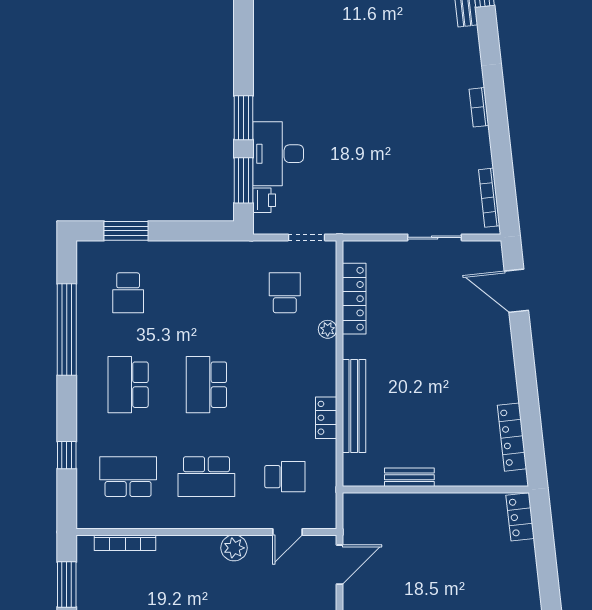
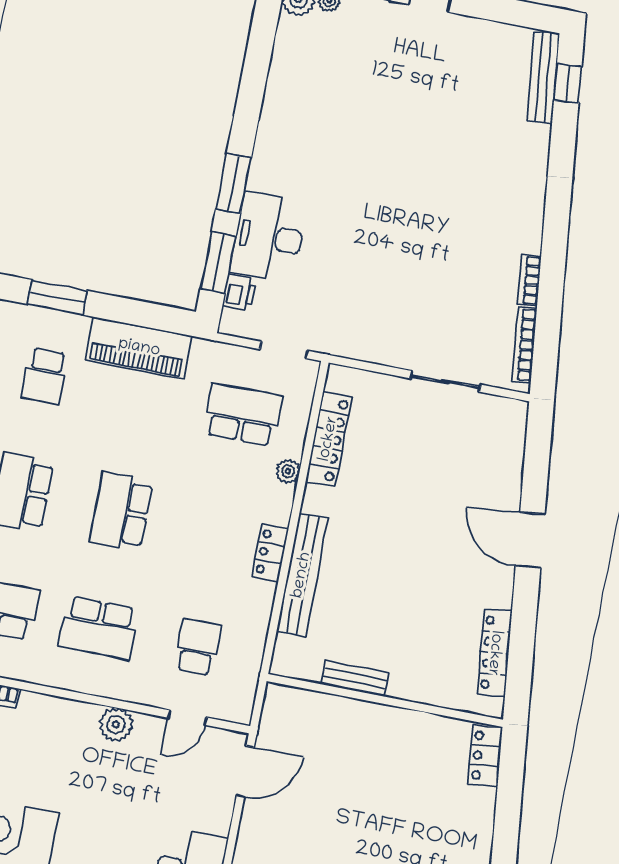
bookcase: (479, 107) -> (529, 280), moved
piano: (195, 257) -> (139, 348), added
door: (516, 291) -> (530, 540), moved
school desk: (285, 293) -> (243, 415), width x1.85
locker: (326, 418) -> (270, 553), moved
school desk: (285, 477) -> (198, 647), turned -90

